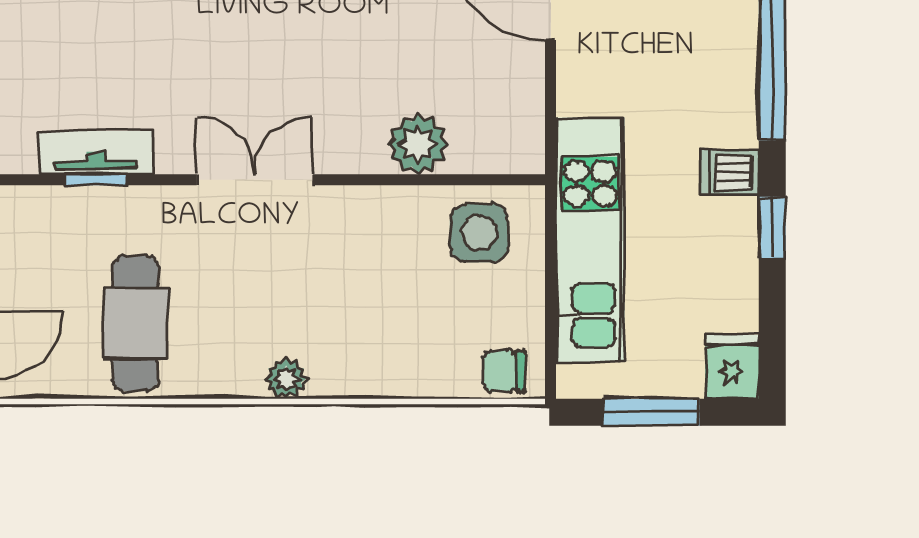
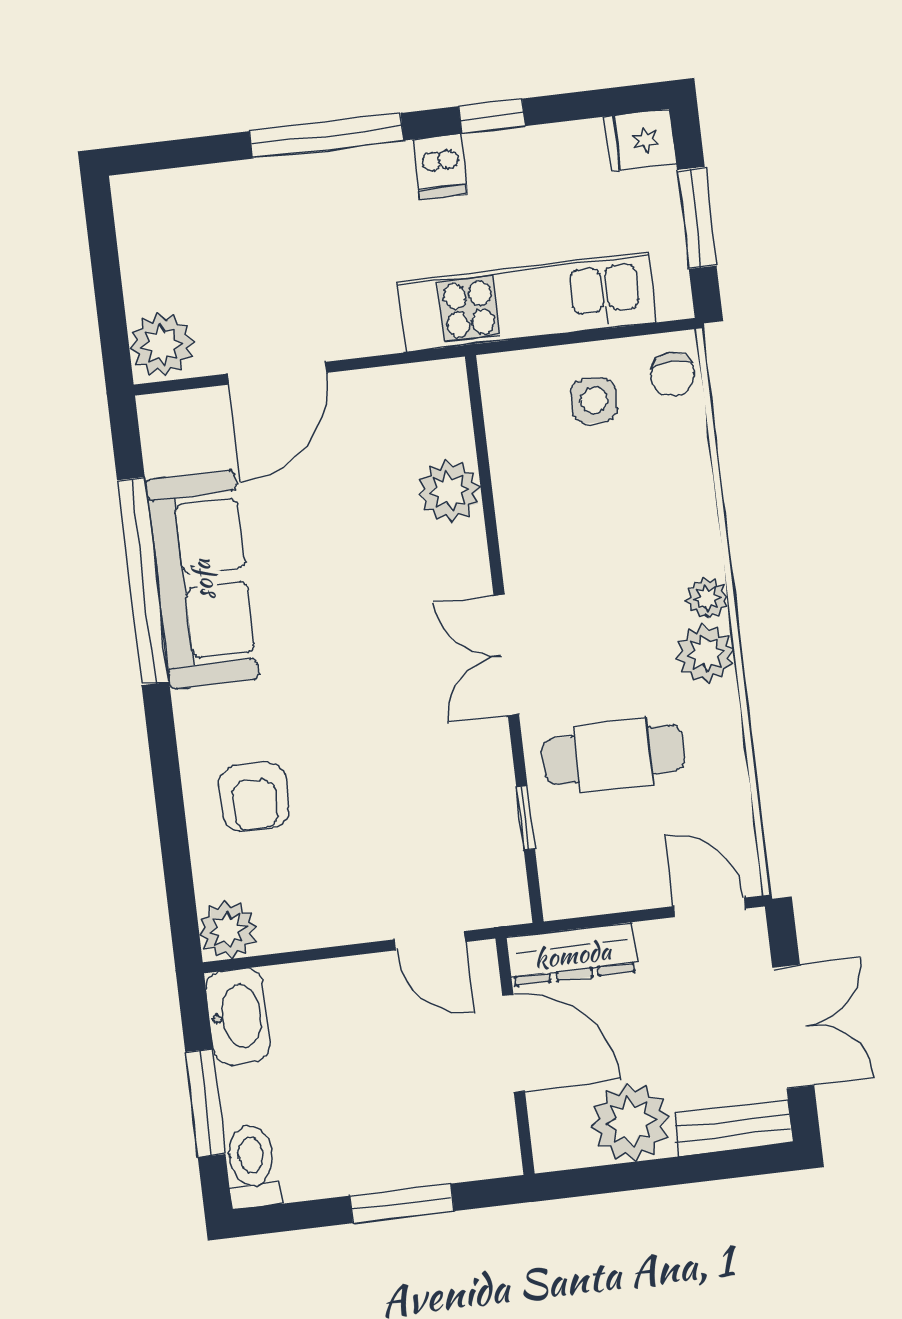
tv unit: (96, 153) -> (498, 822), removed
side table: (479, 233) -> (594, 400), moved, width x0.73, depth x0.73
cafe table: (136, 323) -> (613, 755), moved
plant: (233, 370) -> (705, 654), added

